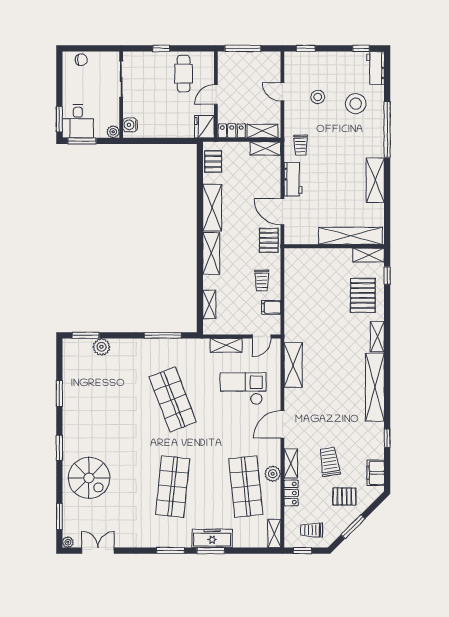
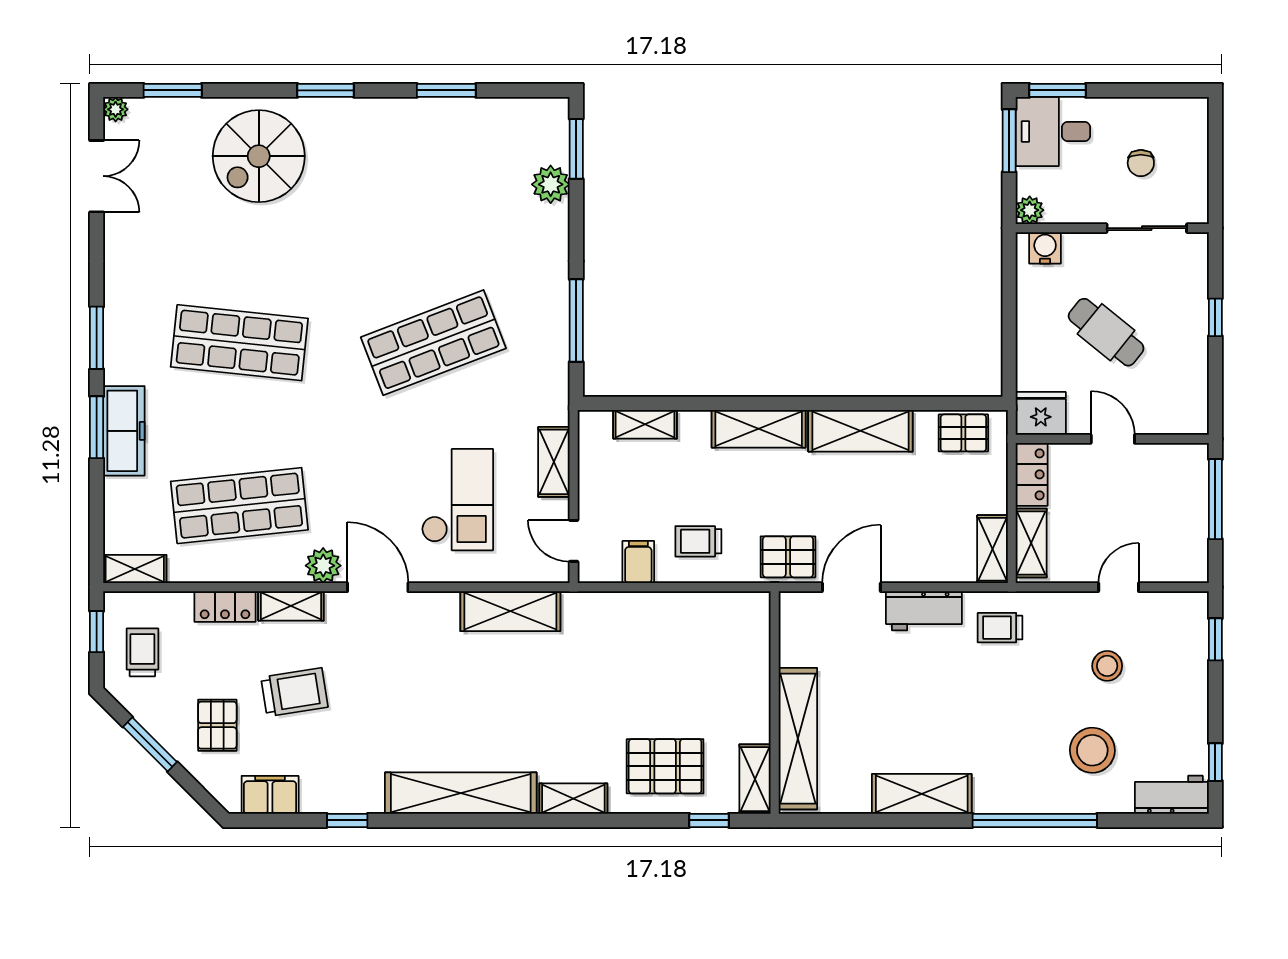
chair: (81, 60) -> (1141, 163), moved
cafe table: (184, 74) -> (1106, 332), moved, turned 39
plant: (273, 474) -> (323, 566), moved

